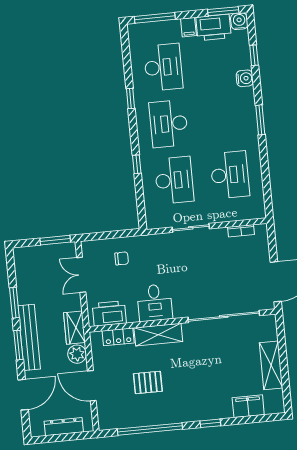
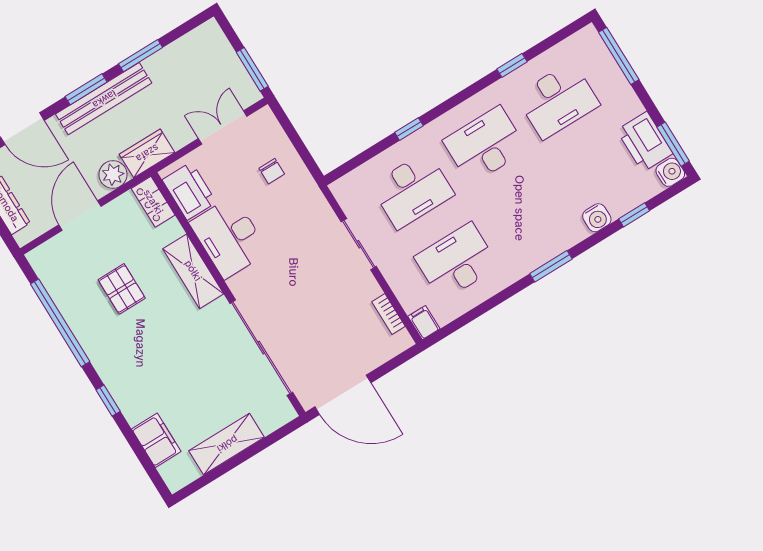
filing cabinet: (188, 27) -> (424, 323), moved, turned 90
window: (130, 99) -> (512, 65), moved
desk: (230, 175) -> (456, 262), turned 180
desk: (155, 303) -> (229, 237), width x1.37
locker: (118, 337) -> (153, 202), moved

